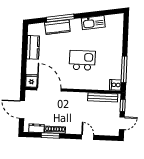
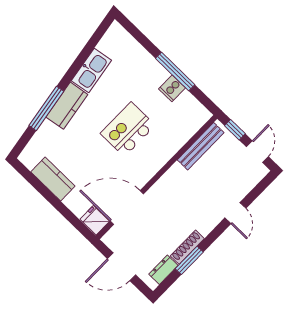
kitchen counter: (57, 27) -> (67, 106), moved
window: (124, 69) -> (175, 71), moved
cooker: (115, 85) -> (172, 88), moved
door: (88, 137) -> (235, 213), swing flipped

